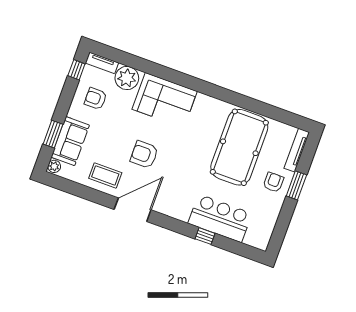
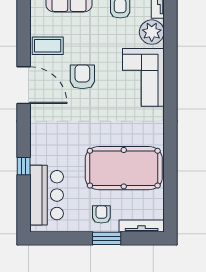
coffee table: (105, 175) -> (48, 46), turned 90
armchair: (273, 182) -> (101, 214), turned -90
bar counter: (220, 218) -> (47, 195), moved

